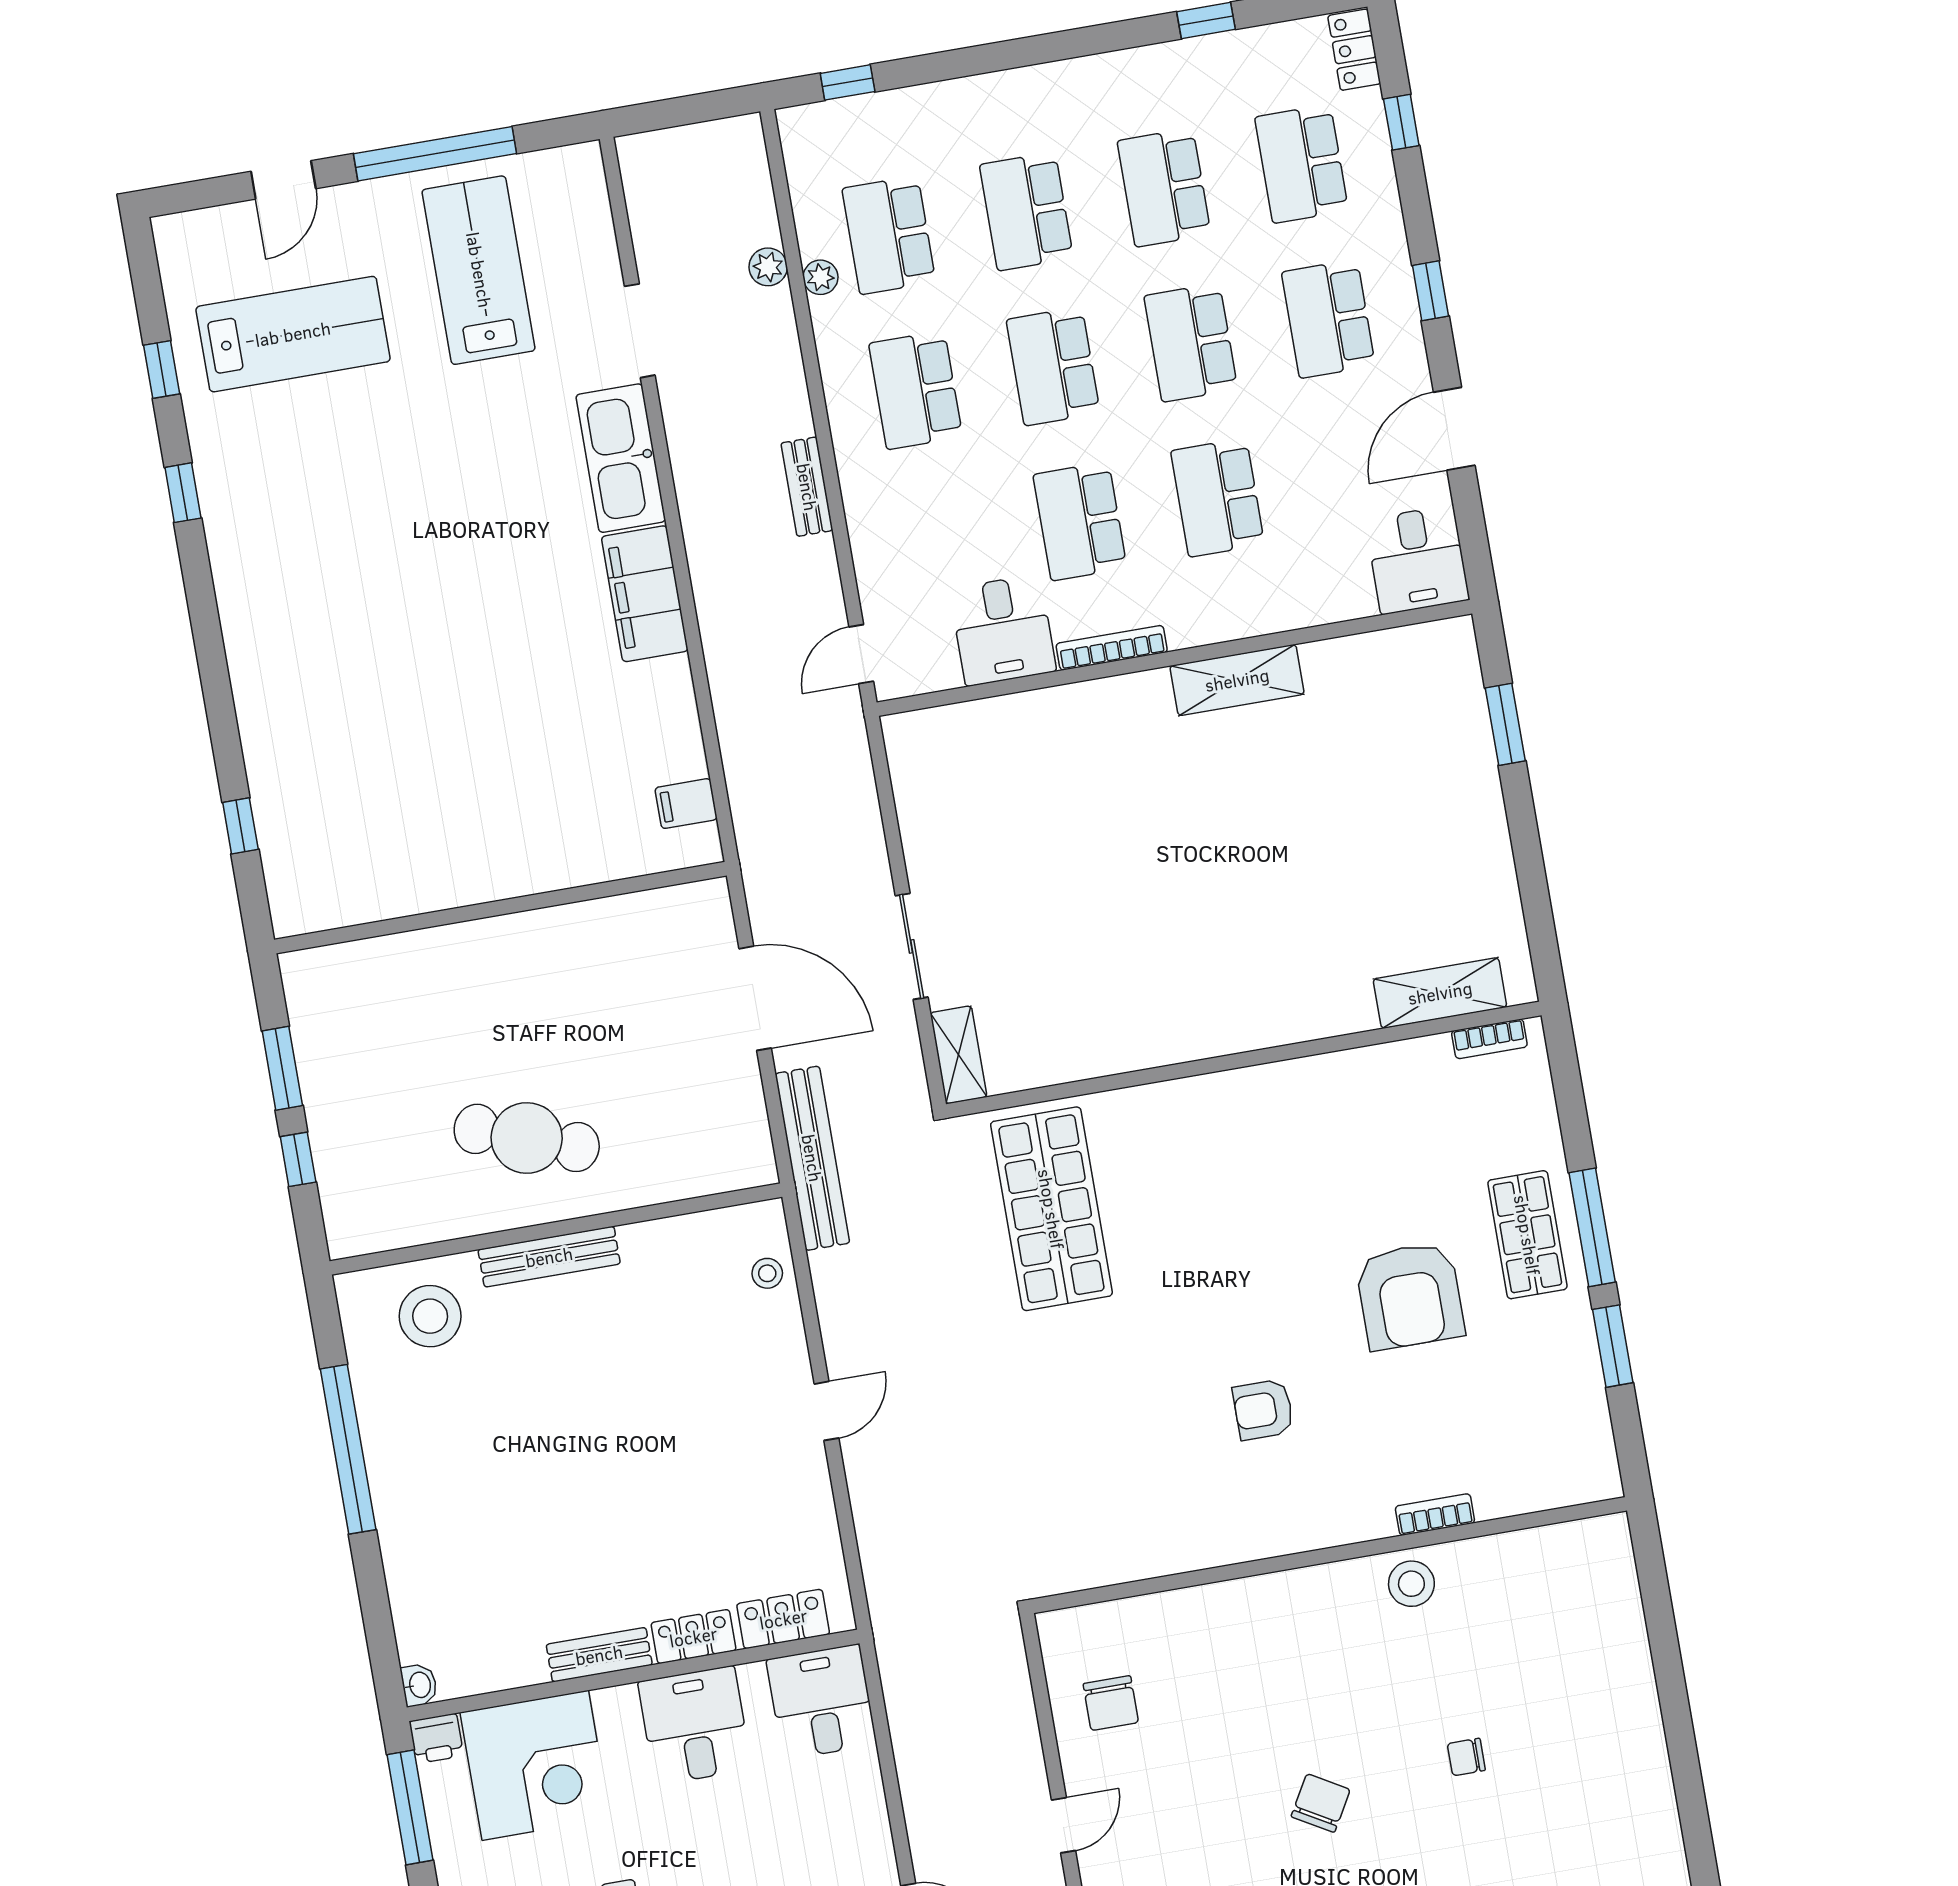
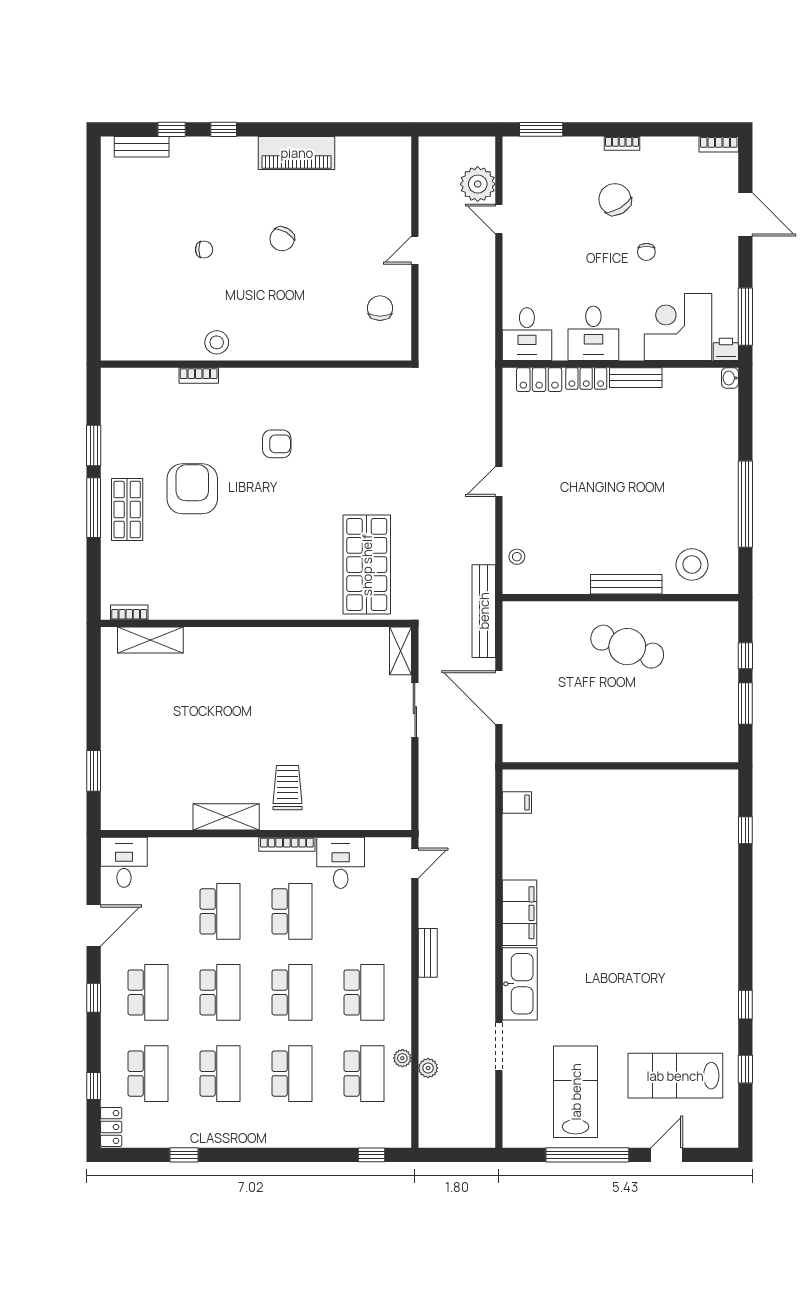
lab bench: (479, 270) -> (576, 1092), turned 180
trolley: (1129, 756) -> (287, 788), added

